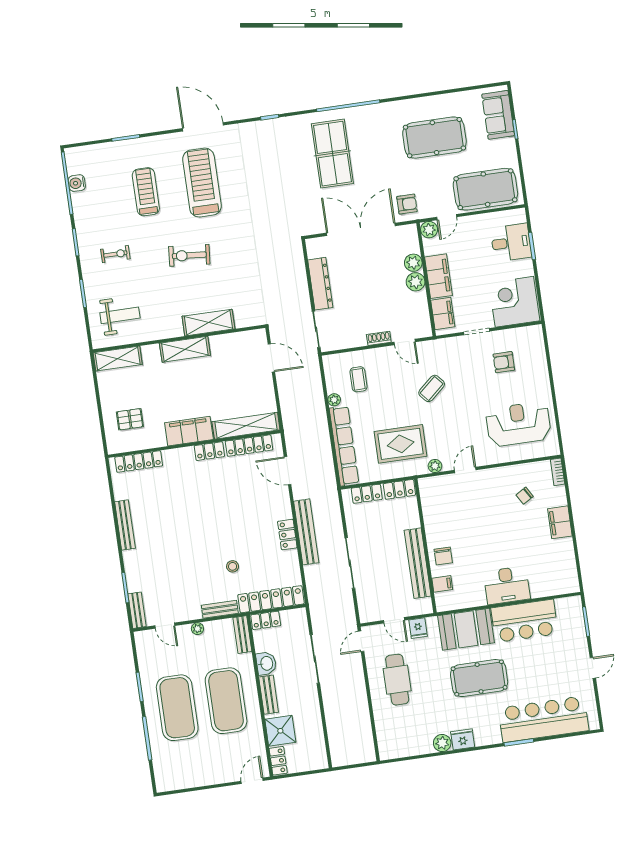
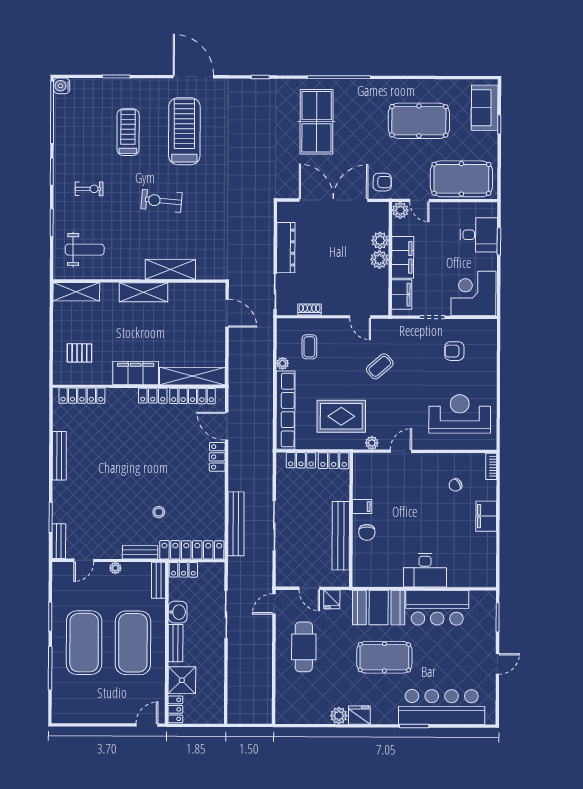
water cooler: (77, 183) -> (62, 86), moved
door: (447, 217) -> (419, 200), hinge flipped
shoe rack: (379, 338) -> (310, 309), moved
bench: (306, 532) -> (236, 524), moved
locker: (287, 535) -> (217, 457), moved
filing cabinet: (442, 584) -> (362, 507), moved
door: (165, 626) -> (84, 560), hinge flipped

